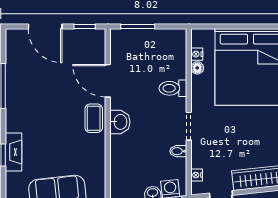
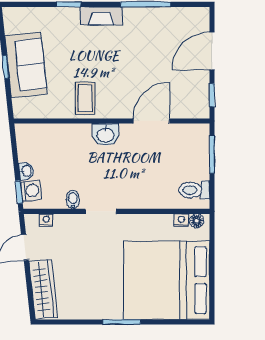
floor lamp: (197, 68) -> (197, 221), moved
toilet: (173, 88) -> (194, 190), moved, turned -90
coffee table: (94, 118) -> (85, 98), moved, turned 90
fireplace: (13, 152) -> (101, 16), moved

